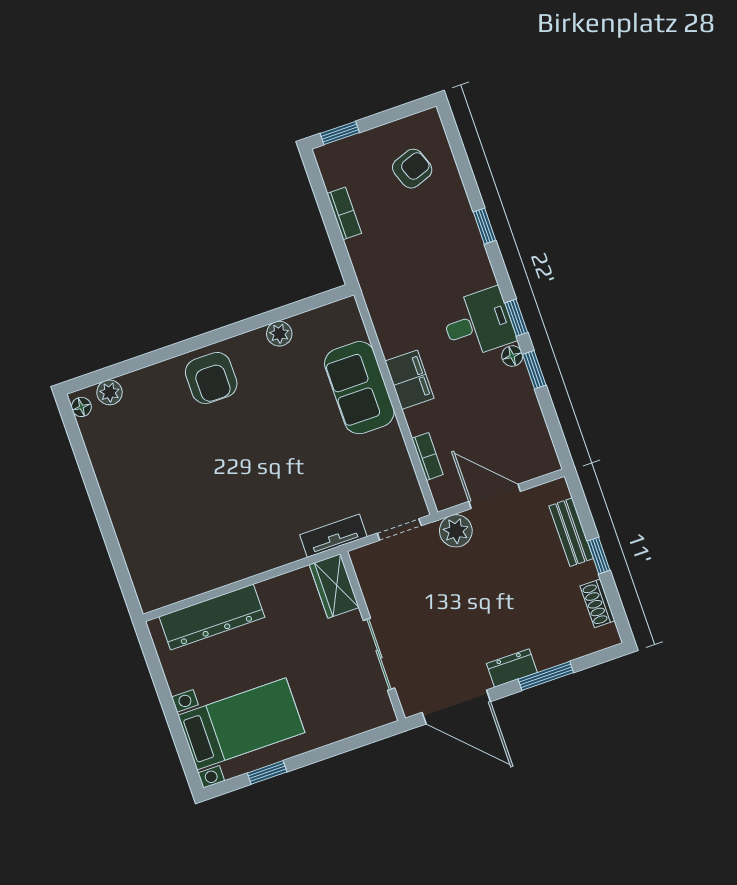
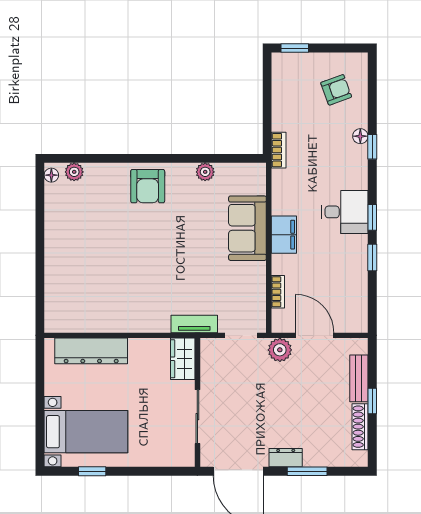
bookcase: (344, 213) -> (279, 150), moved
floor lamp: (512, 356) -> (360, 136), moved
shoe rack: (597, 603) -> (360, 427), width x1.43

